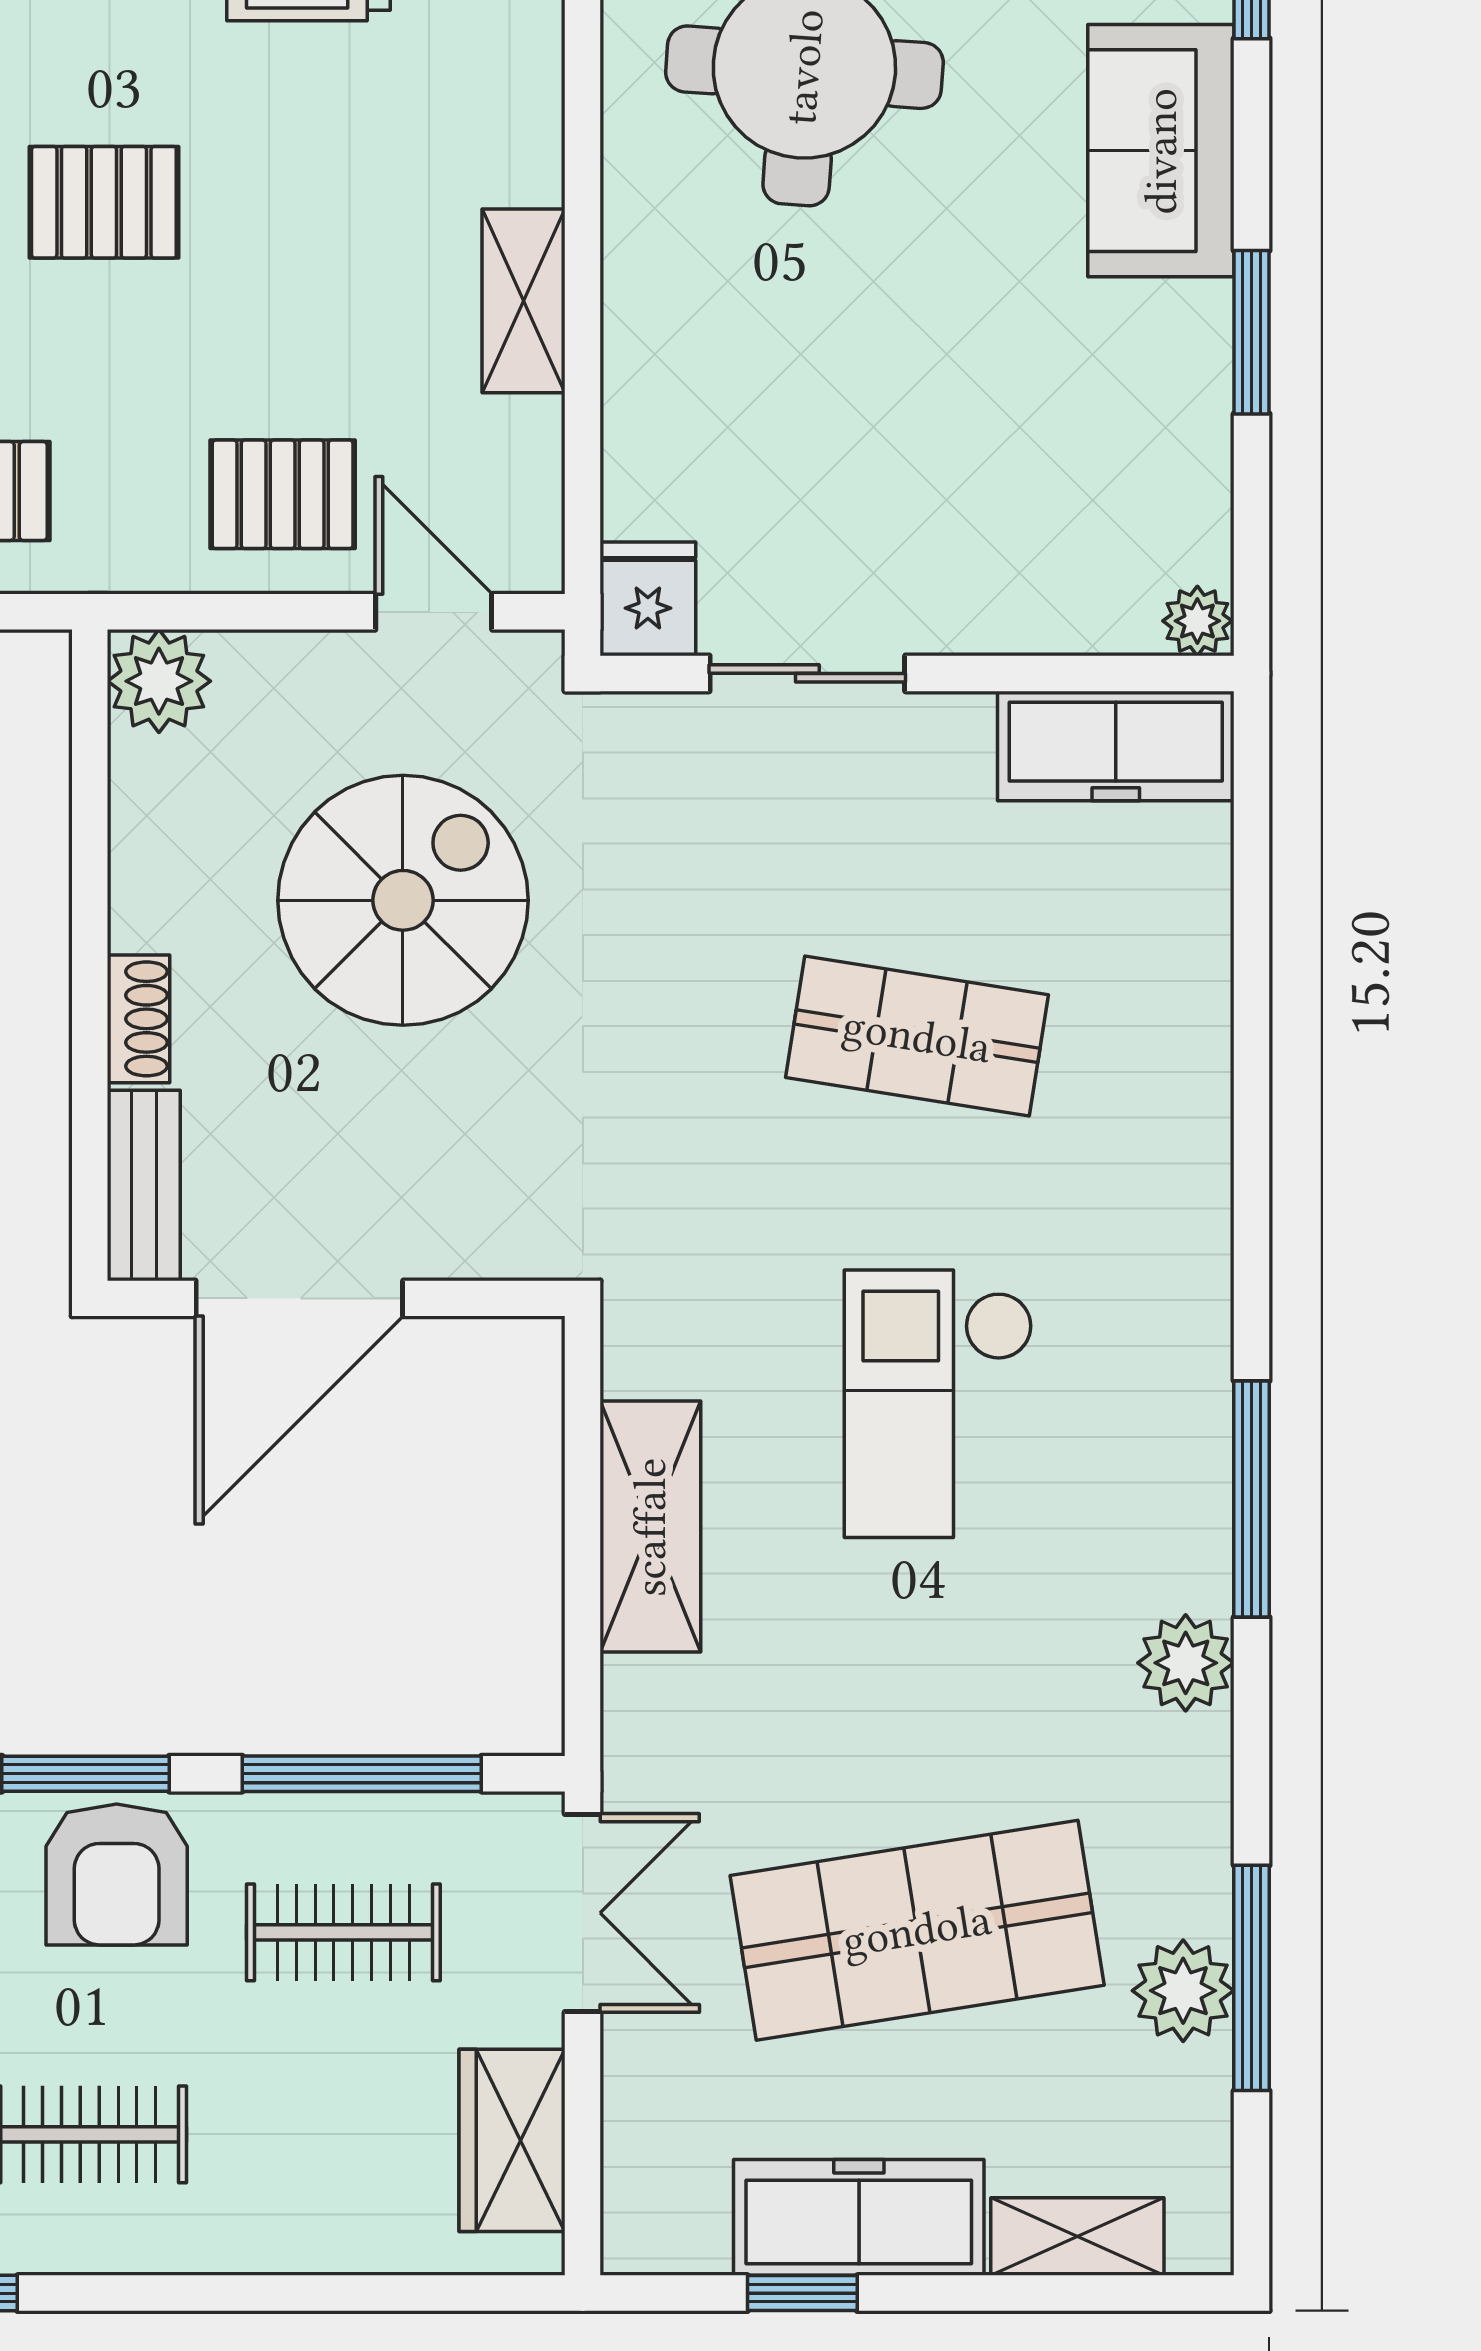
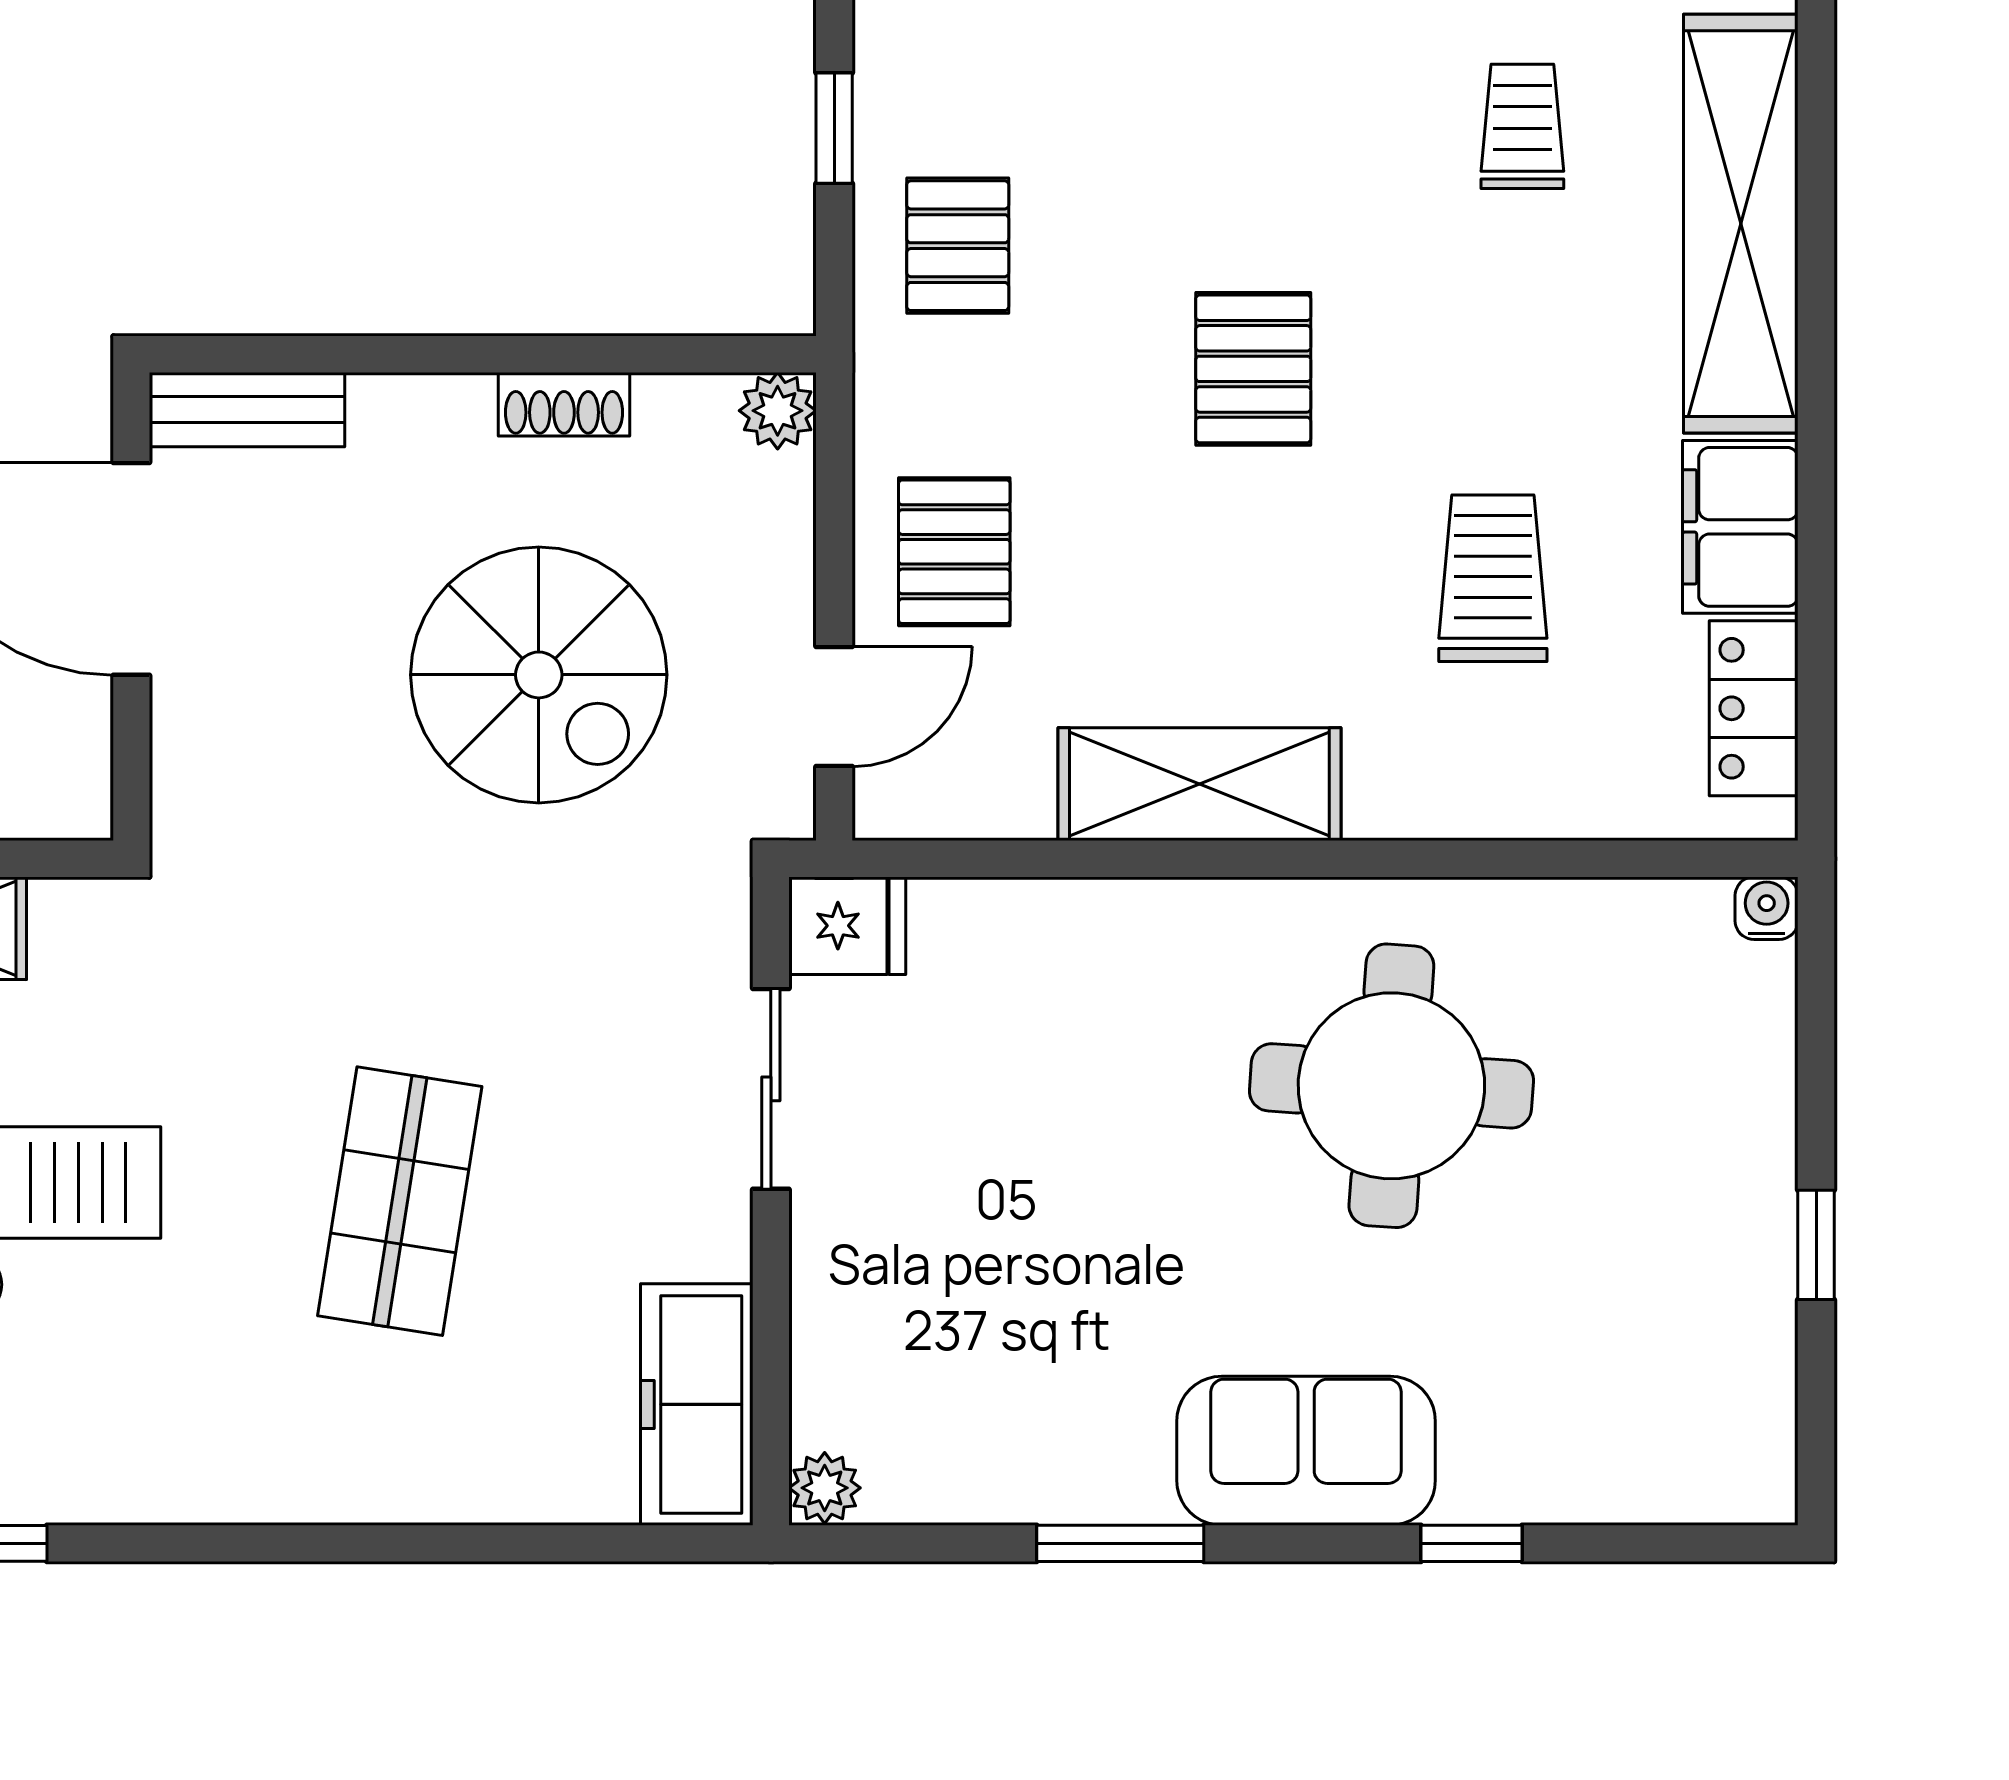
shelving: (524, 301) -> (1199, 784), width x1.50, depth x1.33
plant: (159, 681) -> (778, 411), width x0.73, depth x0.73
shoe rack: (138, 1019) -> (564, 404), moved

